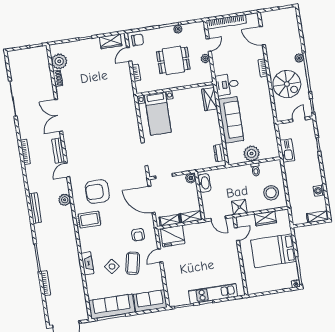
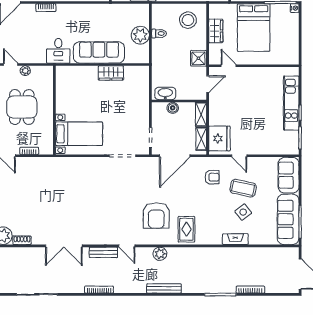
wardrobe: (210, 99) -> (111, 73), moved
dresser: (219, 153) -> (134, 71), removed
boiler: (191, 178) -> (173, 108), moved

